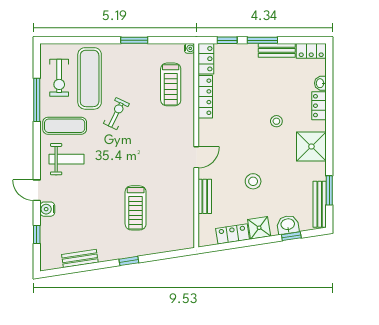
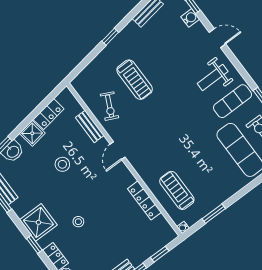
window: (134, 40) -> (214, 214), moved
locker: (206, 59) -> (165, 229), removed
exercise bike: (116, 114) -> (109, 106), moved
window: (329, 130) -> (34, 244), added
treadmill: (136, 208) -> (135, 80), turned 180
water cooler: (47, 209) -> (190, 18), moved

